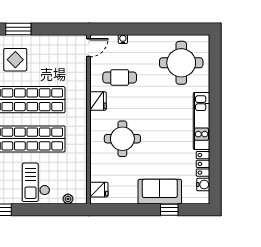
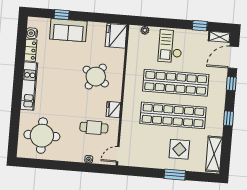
round table: (122, 139) -> (96, 77), turned 33
checkout: (36, 182) -> (170, 46), turned 180
fridge: (99, 190) -> (116, 36), width x1.88, depth x1.34

